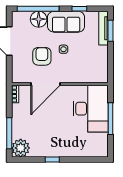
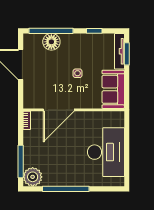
sofa: (66, 22) -> (113, 89), moved, turned 90
armchair: (42, 56) -> (55, 81), removed
desk: (91, 109) -> (106, 152), moved
window: (110, 119) -> (127, 146), removed
window: (52, 159) -> (66, 189), width x3.17

